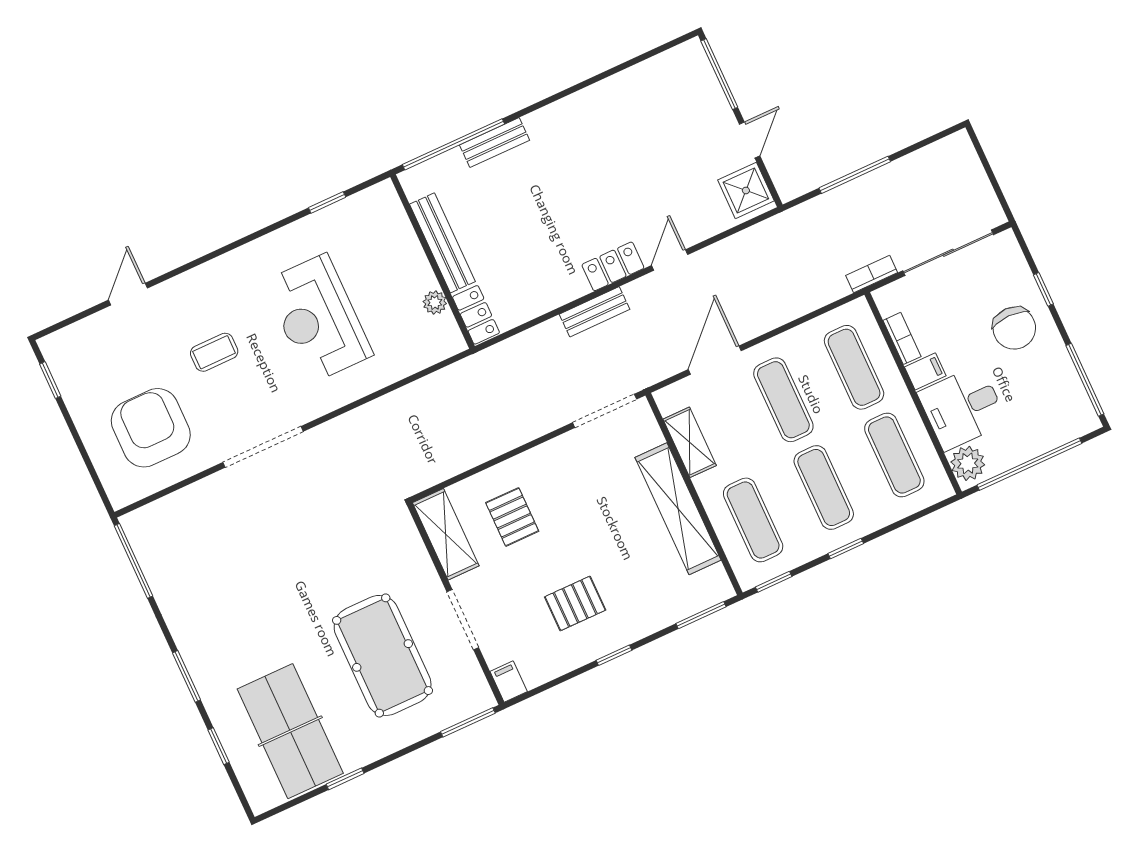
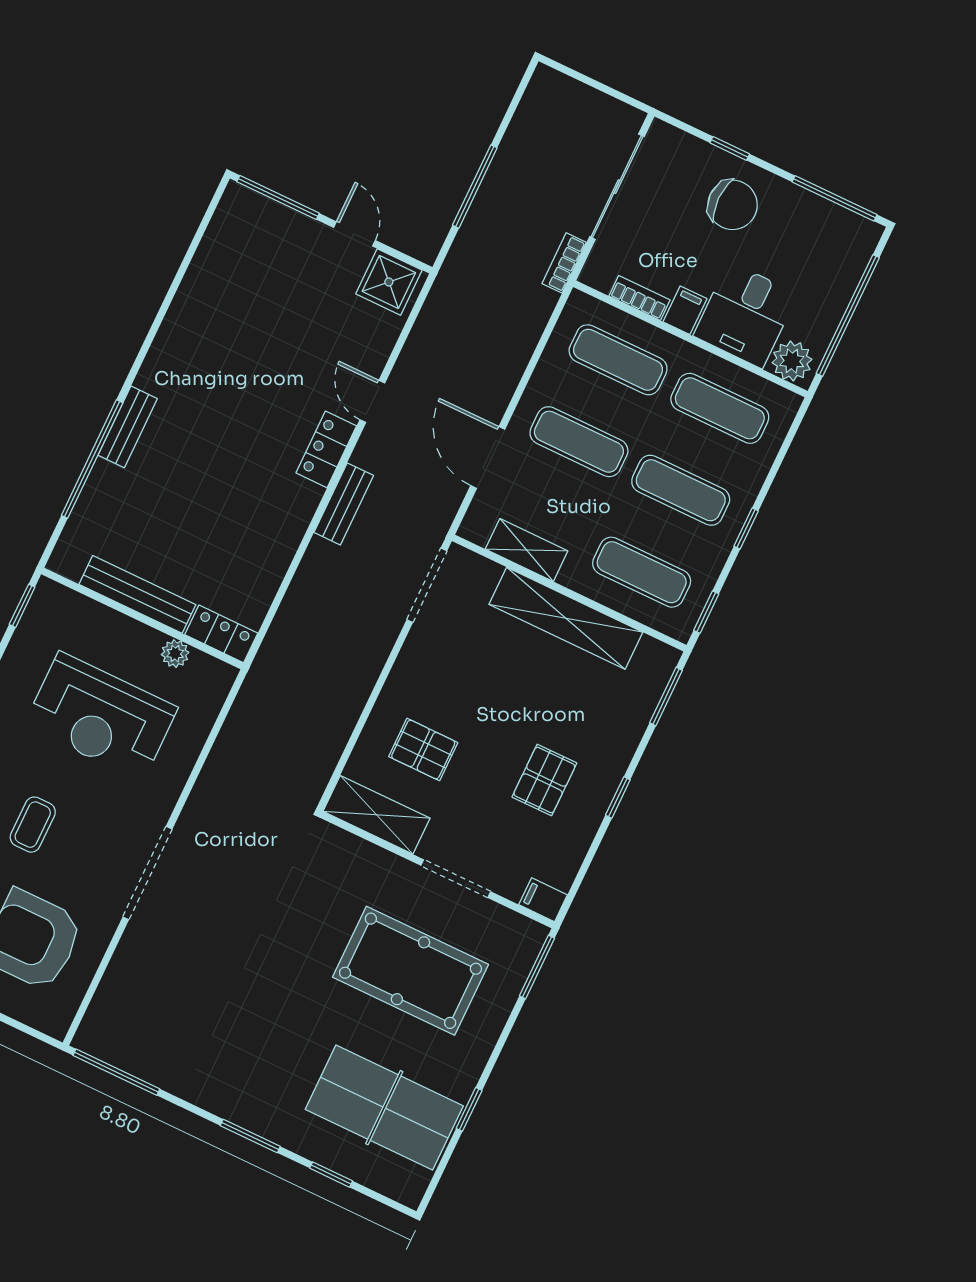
bench: (442, 243) -> (137, 594), moved
wall: (433, 261) -> (142, 619), moved
plant: (435, 302) -> (175, 654), moved
locker: (476, 315) -> (221, 634), moved

